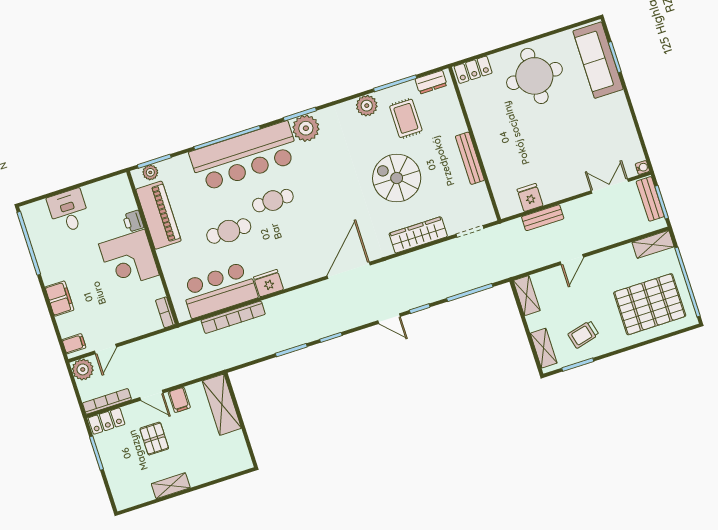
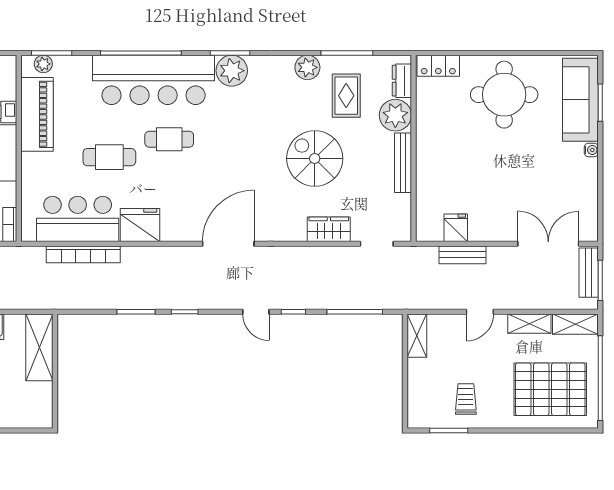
dresser: (431, 82) -> (402, 81), moved, turned 90
plant: (451, 121) -> (395, 115), added
water cooler: (642, 167) -> (591, 150), moved
double door: (610, 186) -> (548, 244), width x1.37
wardrobe: (418, 235) -> (329, 229), width x0.67
fridge: (269, 283) -> (140, 225), width x1.36, depth x1.34
trolley: (583, 334) -> (466, 399), turned 104
shelving: (544, 348) -> (529, 324), moved, turned 90

